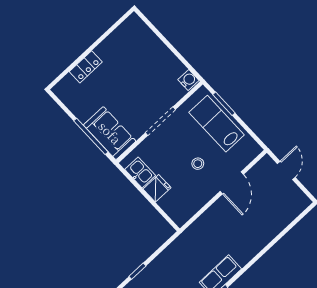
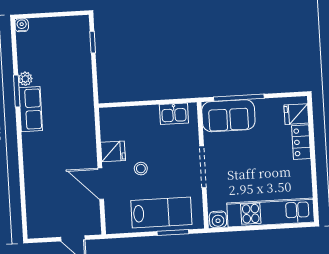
kitchen unit: (153, 47) -> (271, 213), added
fridge: (69, 87) -> (296, 114), added
fridge: (157, 188) -> (113, 151), moved, turned -90

